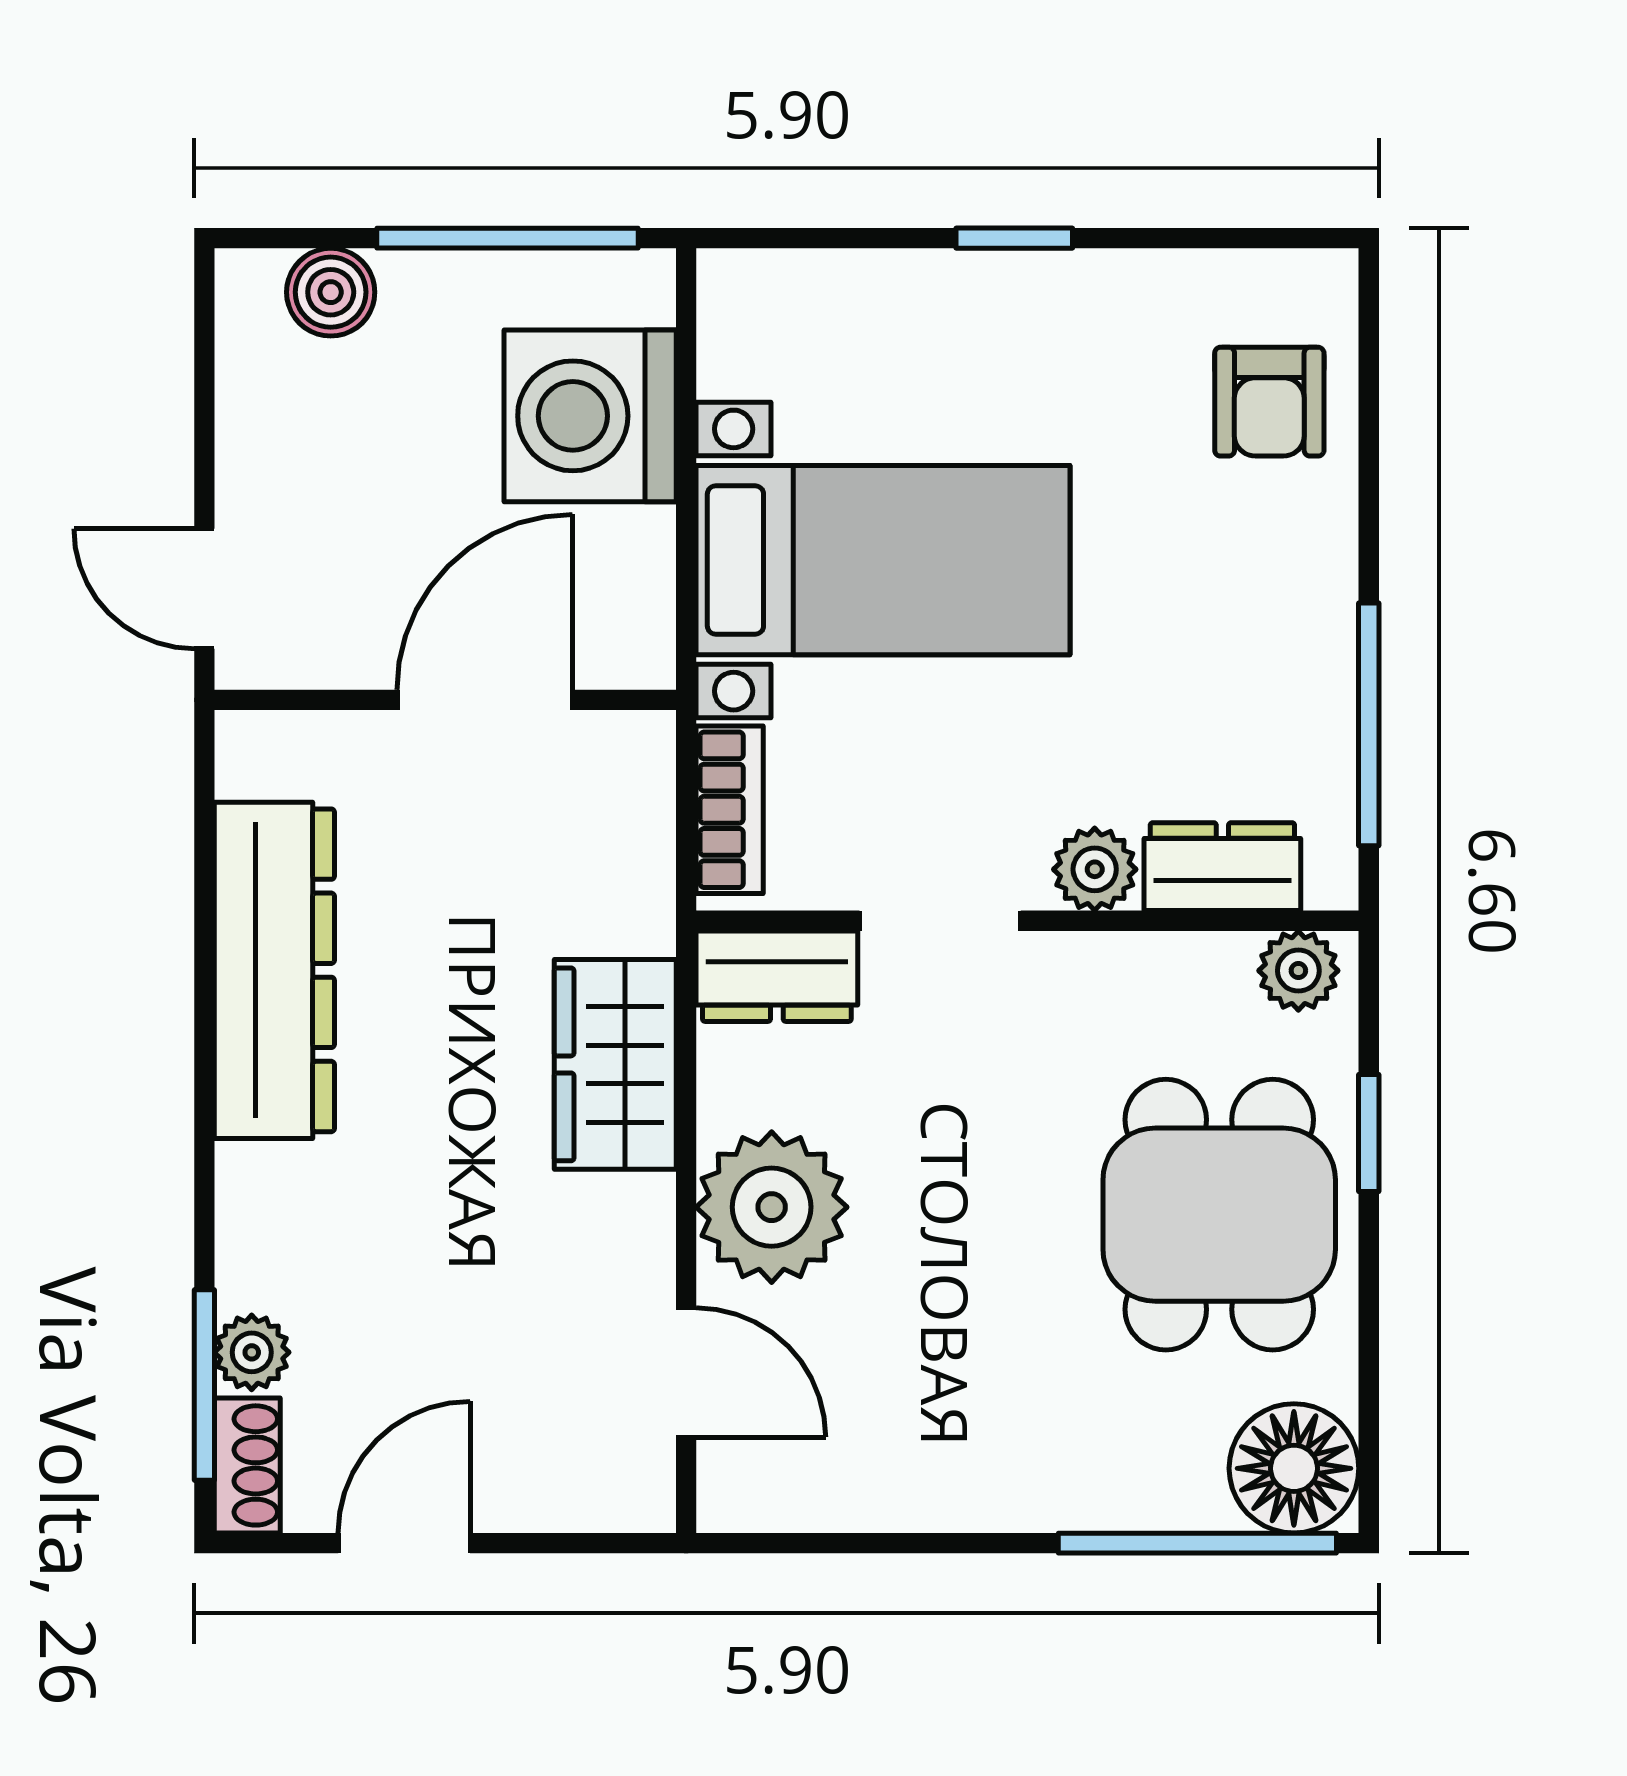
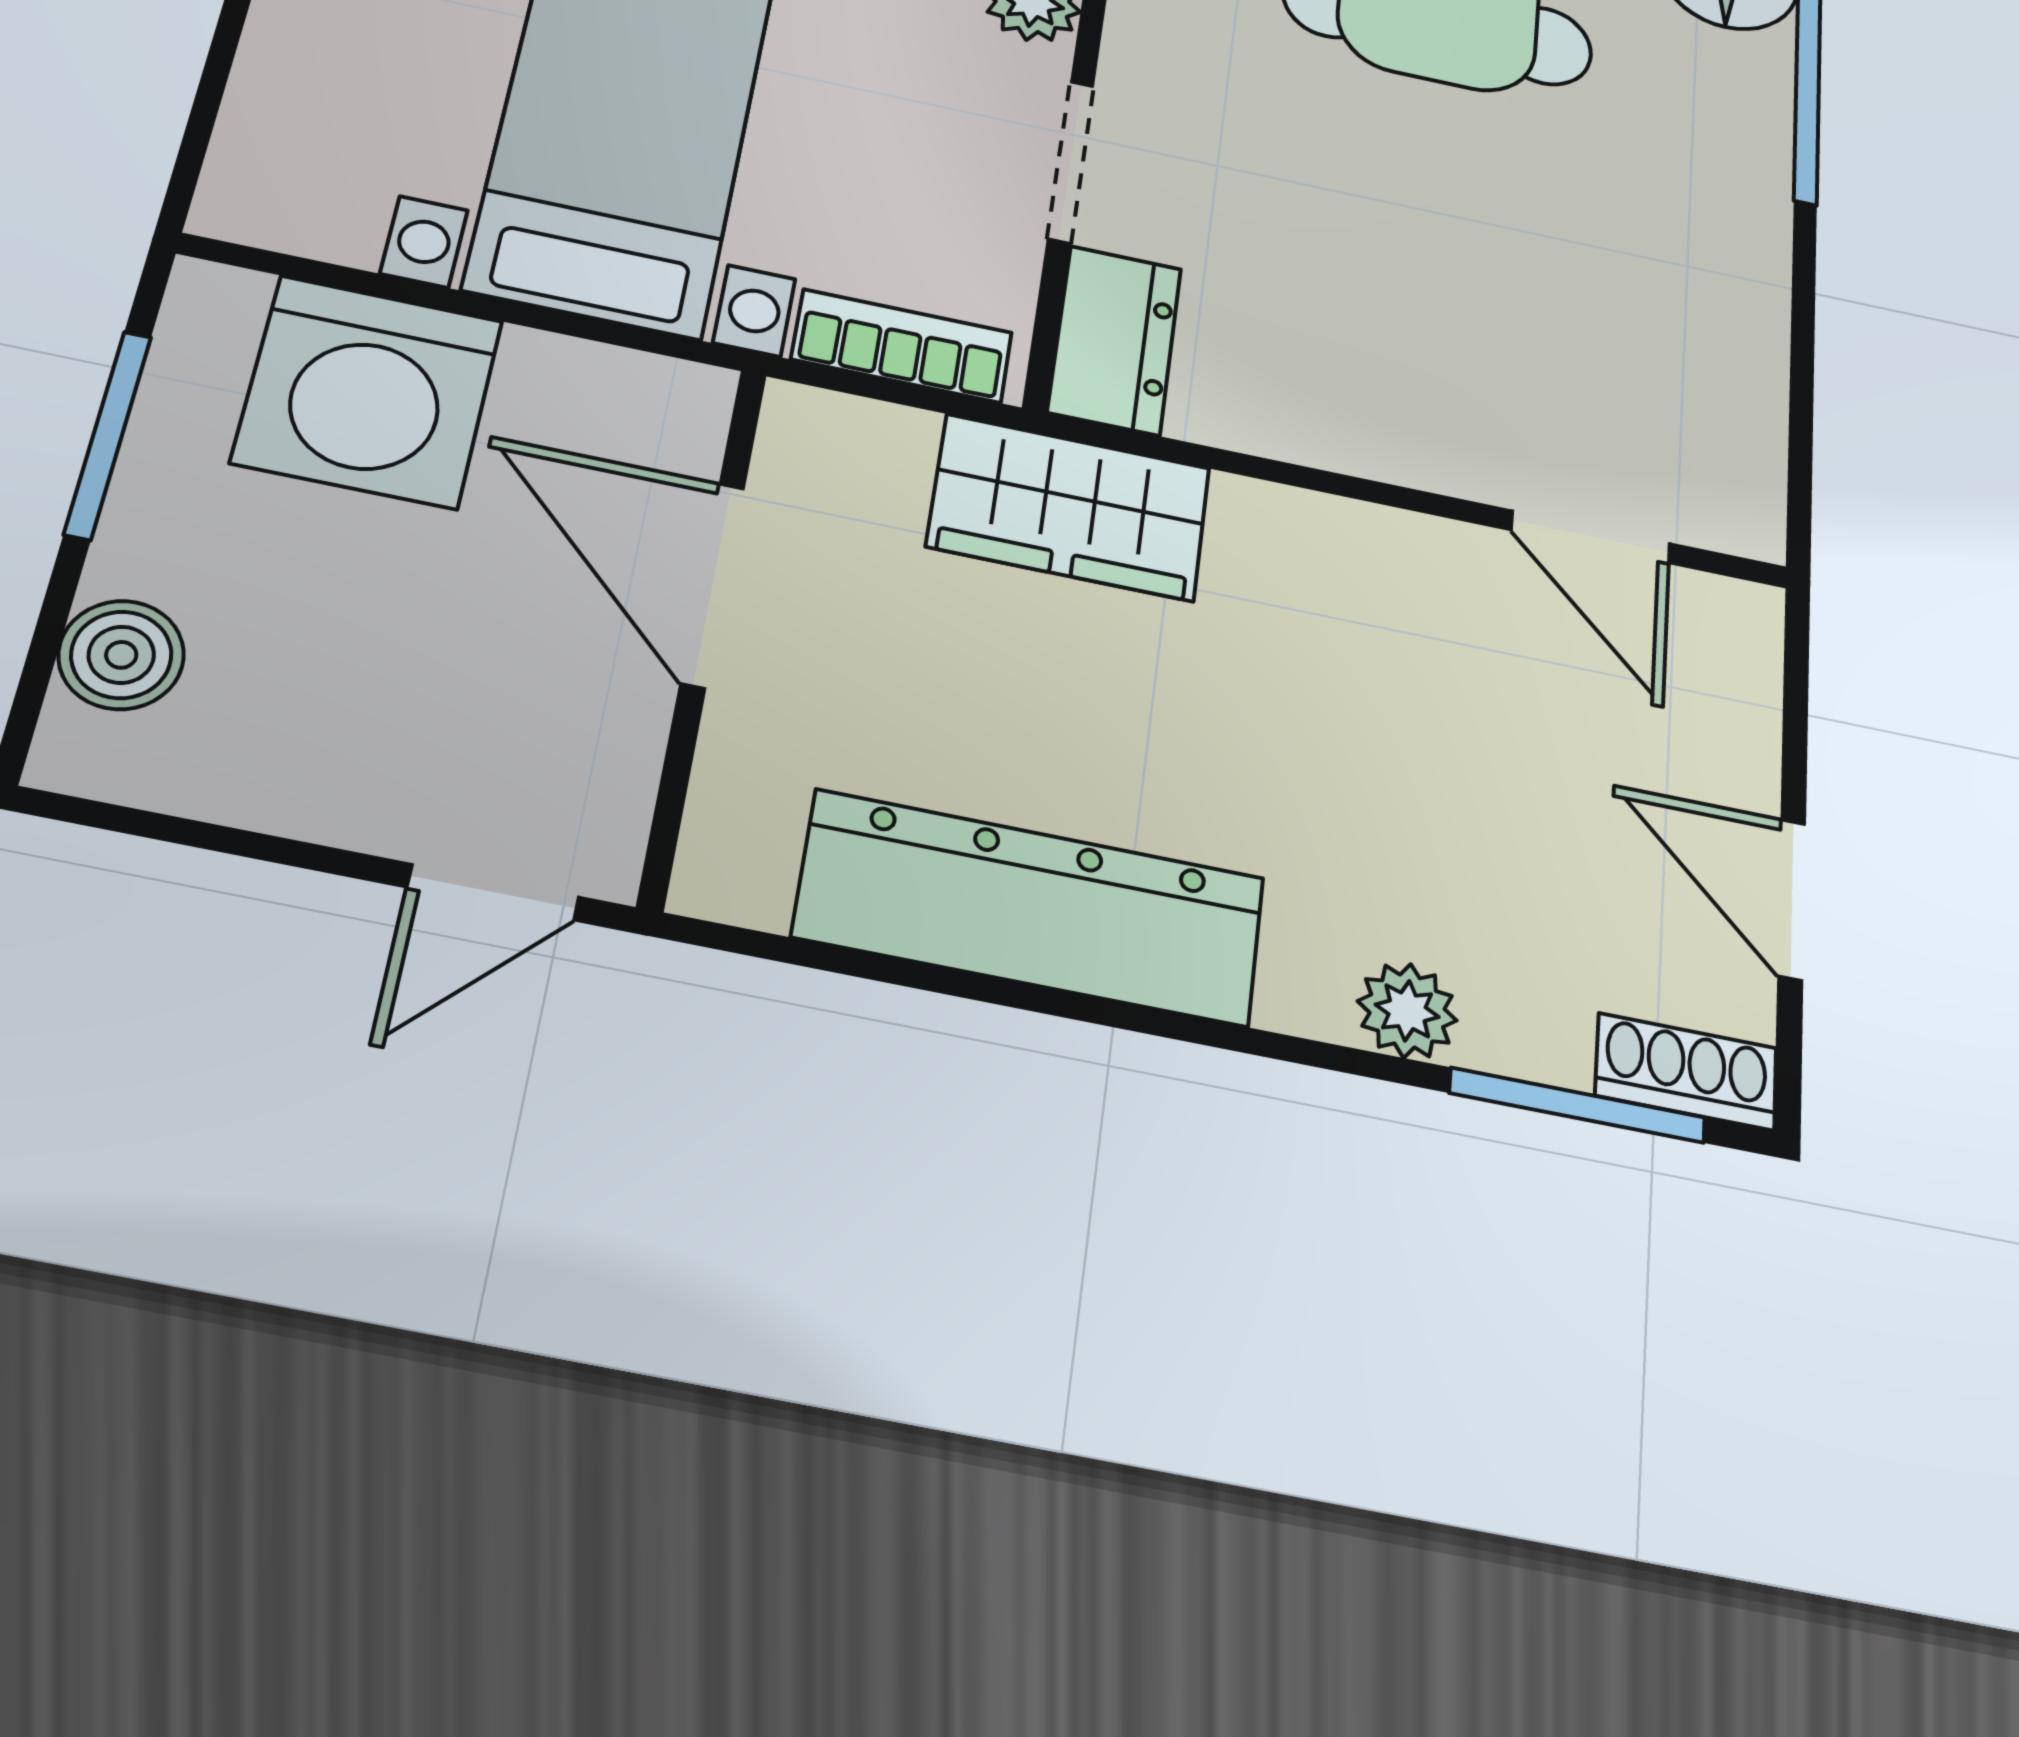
window: (508, 238) -> (108, 435), width x0.69
wardrobe: (615, 1064) -> (1069, 507), moved
plant: (772, 1207) -> (1396, 404), removed
plant: (252, 1352) -> (1407, 1011), moved
door: (686, 1372) -> (1590, 537), swing flipped

